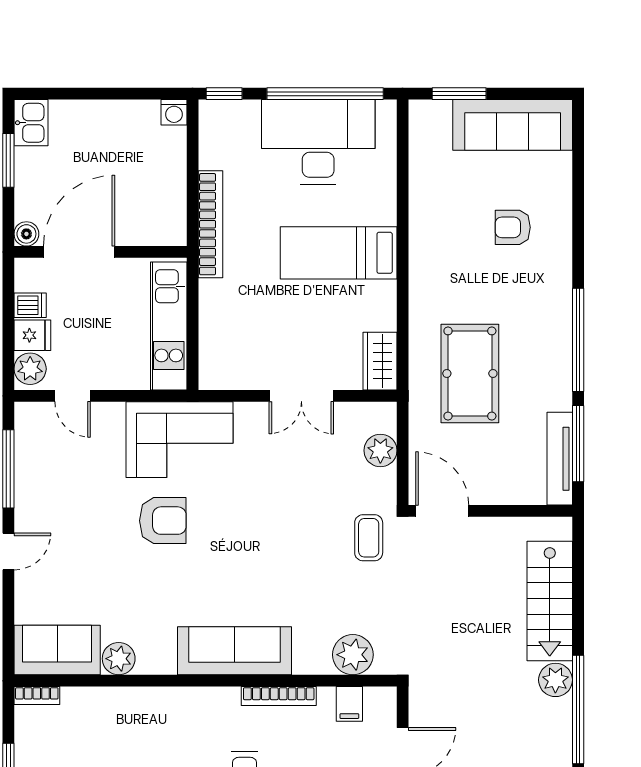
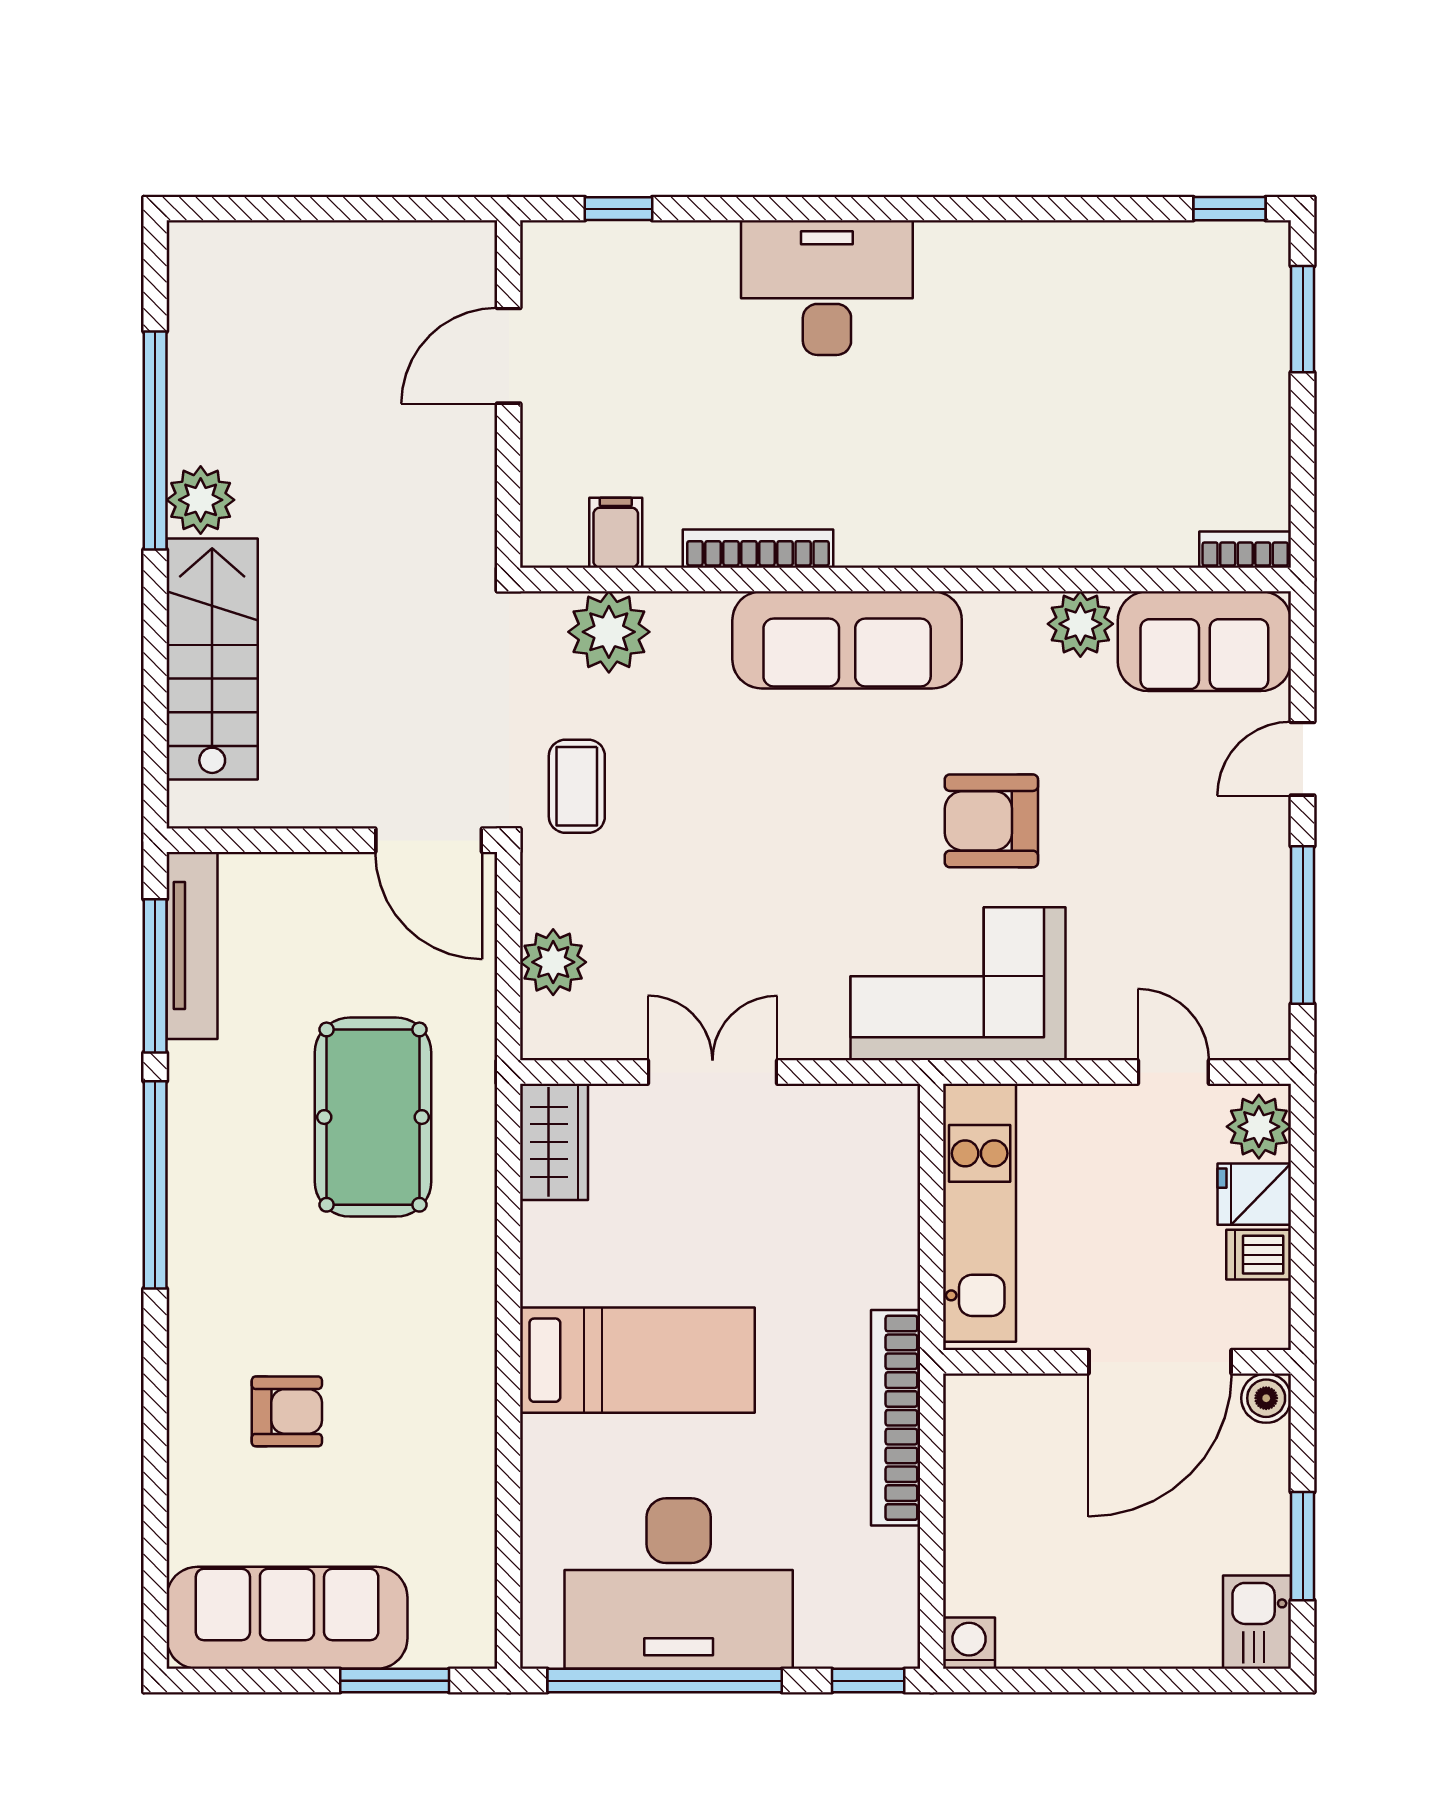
sofa: (57, 650) -> (1204, 641), moved
sofa: (235, 651) -> (847, 640), moved
plant: (353, 655) -> (609, 632), moved
plant: (119, 659) -> (1080, 624), moved
wall: (205, 681) -> (906, 580), moved
bookcase: (37, 696) -> (1245, 550), moved
bookcase: (279, 696) -> (758, 549), moved
filing cabinet: (349, 704) -> (616, 533), moved

